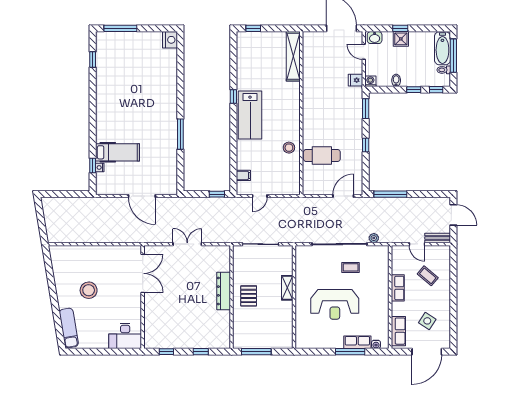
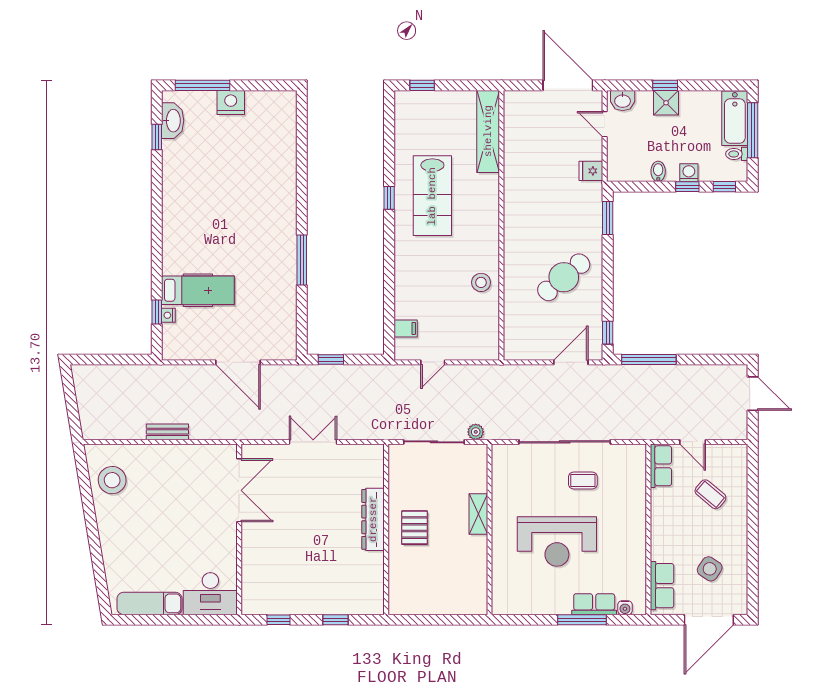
nightstand: (170, 40) -> (231, 103), moved, turned -90
washbasin: (102, 50) -> (173, 121), added
washing machine: (370, 81) -> (689, 173), moved
lab bench: (250, 115) -> (432, 196), moved
window: (366, 145) -> (608, 333), moved
cafe table: (322, 156) -> (564, 277), moved, turned -40
window: (217, 194) -> (331, 360), moved
plant: (374, 238) -> (476, 432), moved
bench: (438, 238) -> (167, 432), moved
row of seats: (398, 288) -> (661, 466), moved
stool: (89, 290) -> (112, 480), moved
exam couch: (69, 328) -> (149, 603), moved, turned -81
window: (256, 352) -> (427, 620), removed

